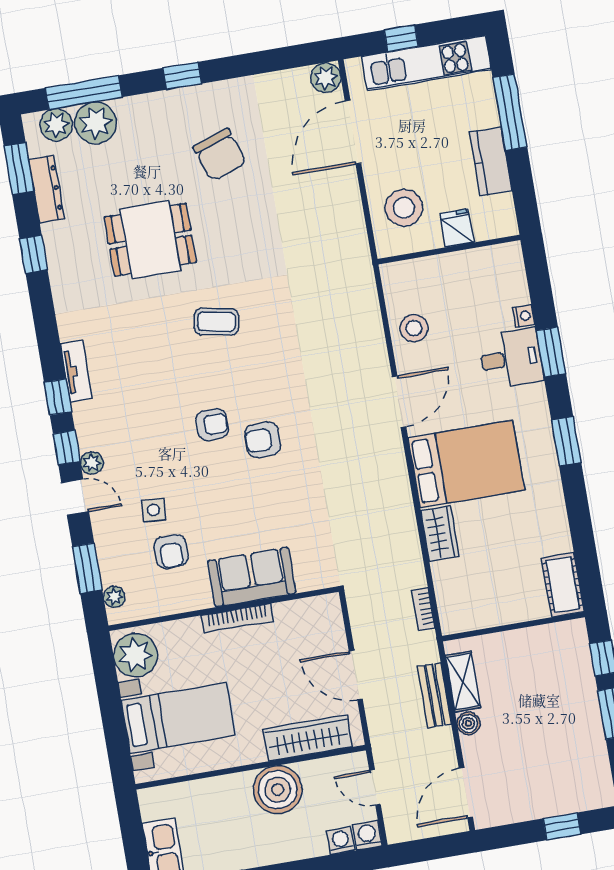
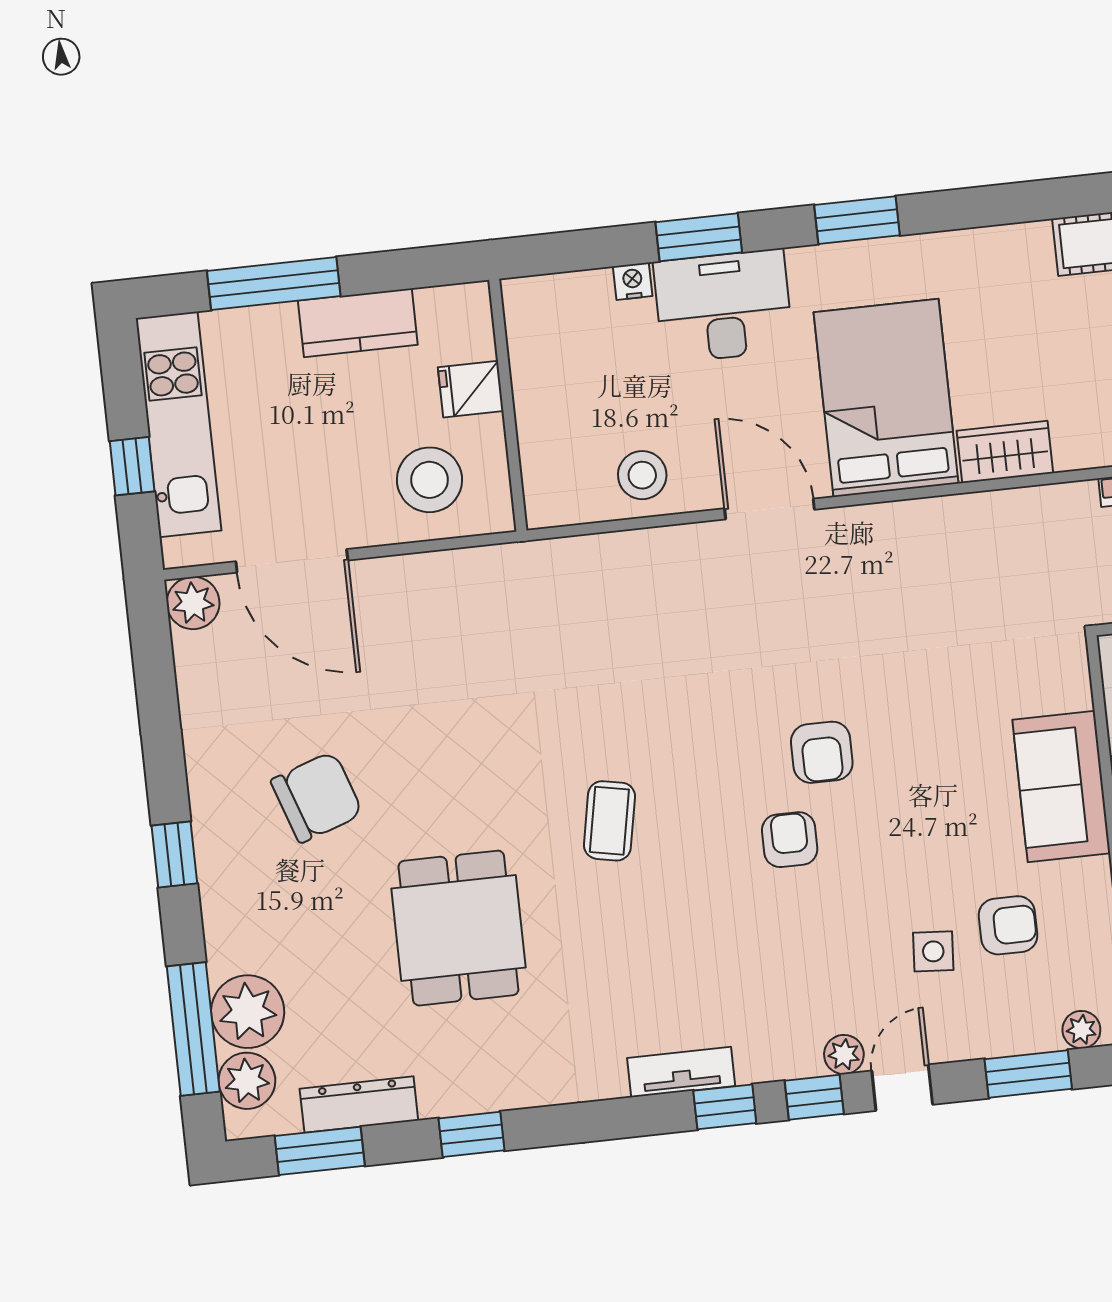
desk: (511, 358) -> (723, 306), width x1.37

